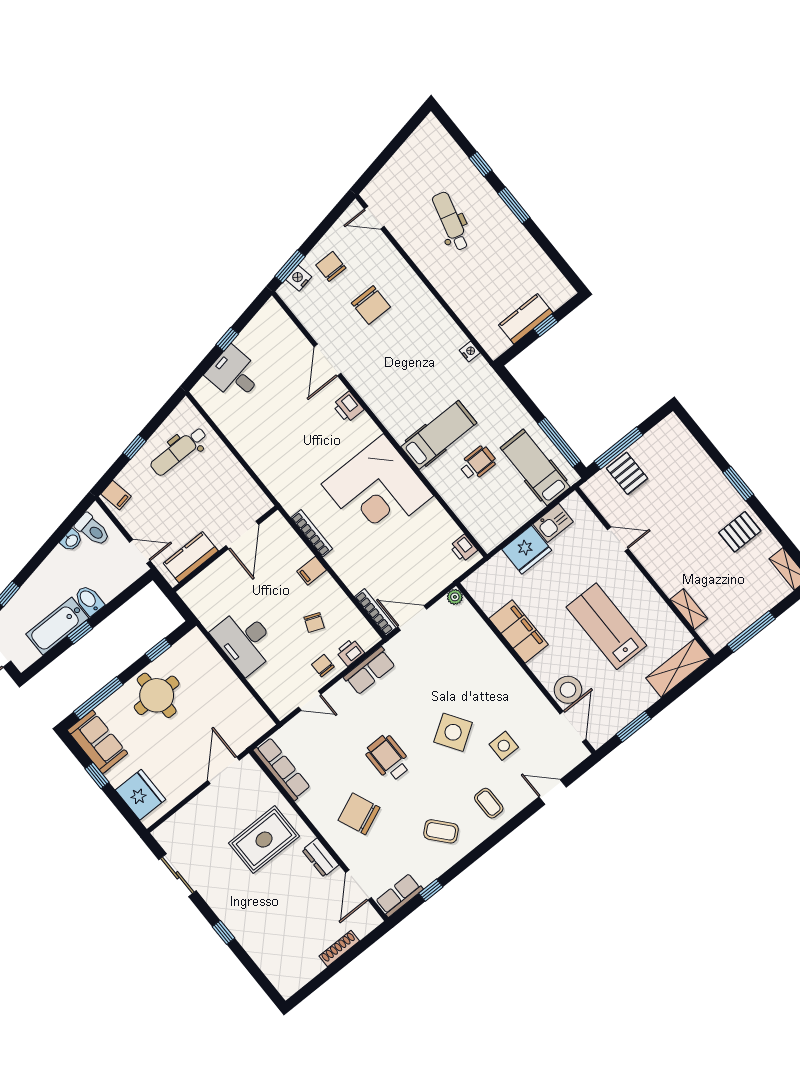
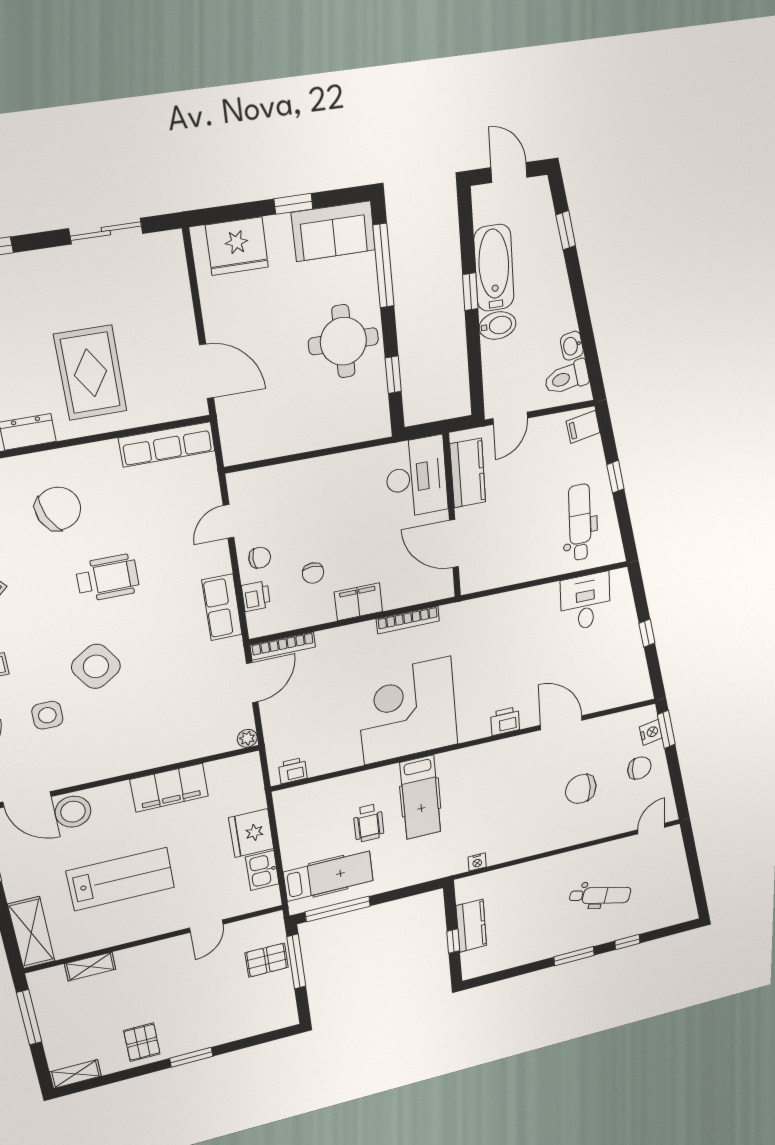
desk: (234, 374) -> (585, 602), moved, turned -80
filing cabinet: (312, 571) -> (358, 602), width x2.00
chair: (314, 622) -> (313, 573), turned -112
desk: (245, 641) -> (416, 477), moved, turned 90

